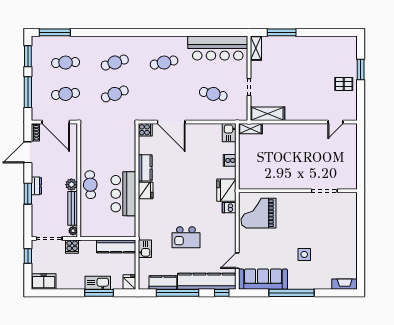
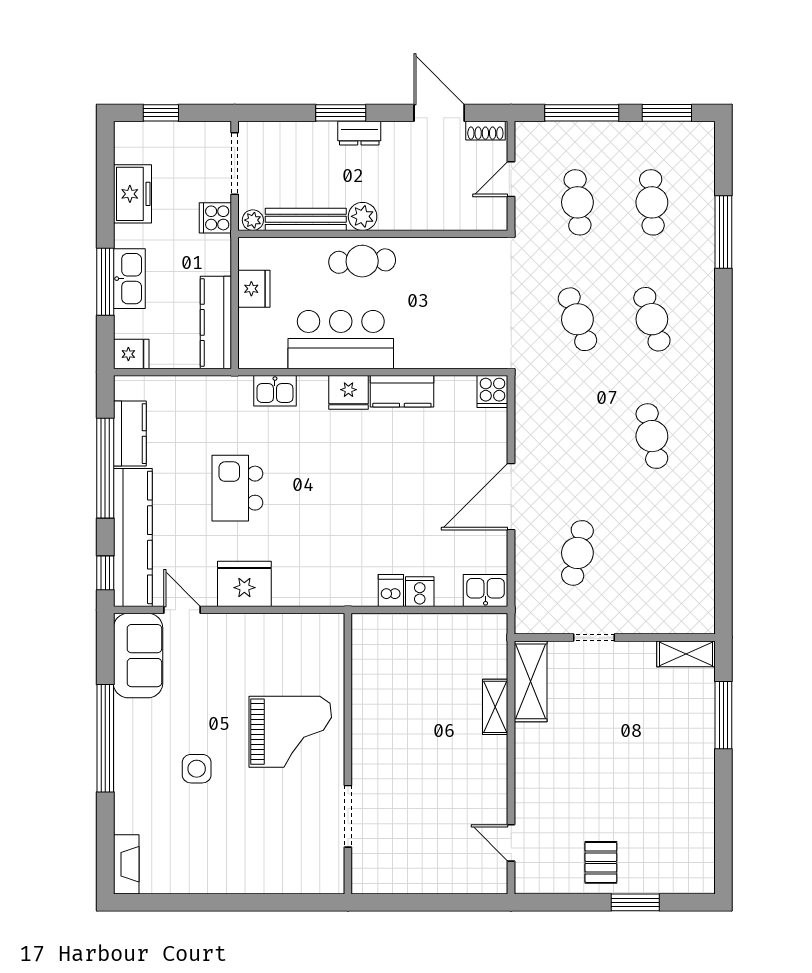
window: (55, 32) -> (723, 232), moved
bar counter: (218, 48) -> (686, 564), removed
door: (56, 122) -> (511, 179), width x0.53
door: (171, 122) -> (511, 497), moved
shelving: (250, 129) -> (495, 707), moved
fridge: (226, 190) -> (244, 584), moved
dishwasher: (229, 208) -> (391, 590), moved
grand piano: (259, 213) -> (290, 732), moved, turned 90
fridge: (102, 230) -> (254, 289), added
kitchen sink: (145, 249) -> (275, 391), moved
window: (28, 256) -> (161, 113), moved
sofa: (263, 279) -> (138, 656), width x0.73
freezer: (44, 281) -> (132, 194), moved

